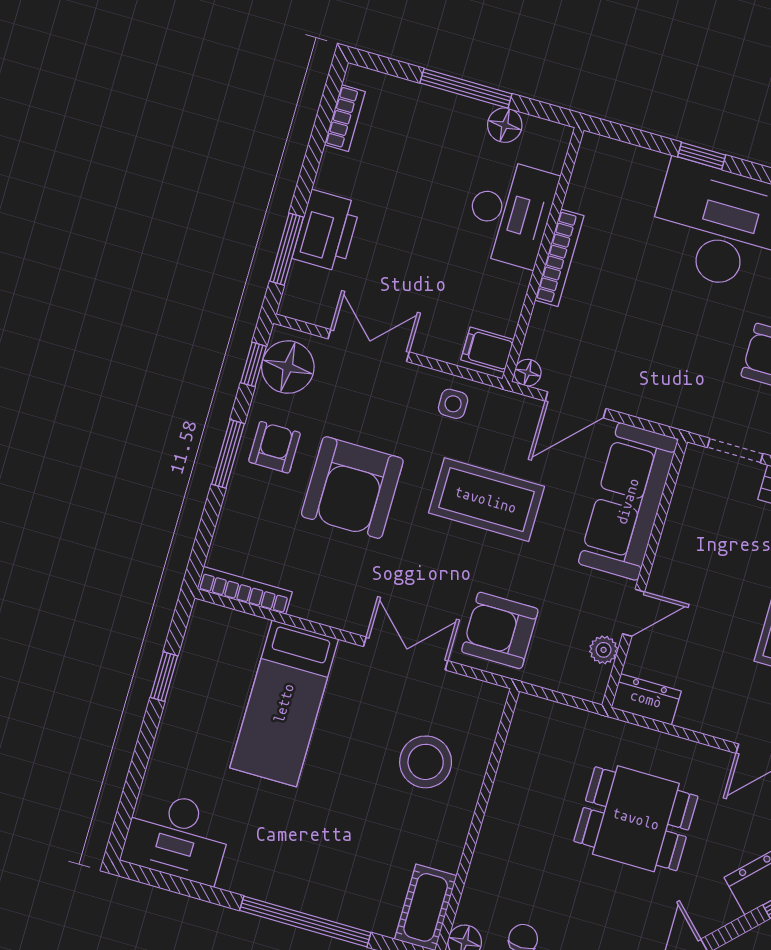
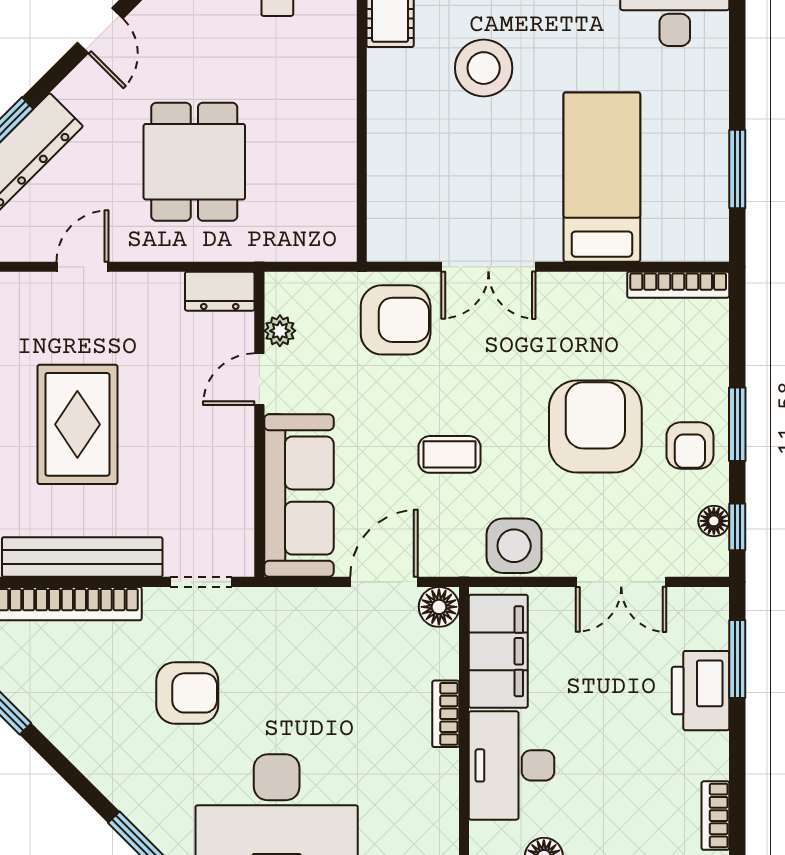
bookcase: (559, 258) -> (446, 714), width x0.64
filing cabinet: (487, 350) -> (498, 651), width x3.00, depth x1.17
floor lamp: (288, 367) -> (714, 521), width x0.53, depth x0.53
floor lamp: (528, 373) -> (439, 607), width x1.37, depth x1.37
side table: (453, 404) -> (514, 546), width x1.87, depth x1.87
coffee table: (486, 500) -> (450, 454), width x0.54, depth x0.58
window: (164, 677) -> (737, 169), width x1.50
stool: (426, 762) -> (484, 68), moved
dining table: (636, 819) -> (194, 162), turned 90

